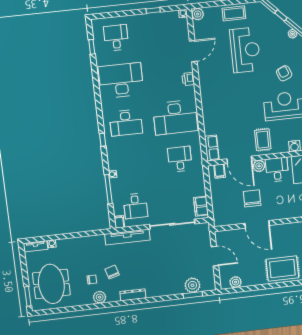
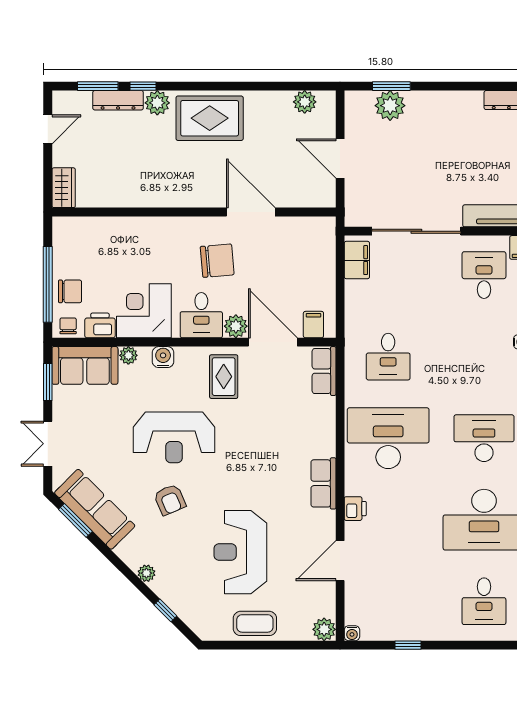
row of seats: (206, 90) -> (323, 483), added
chair: (252, 198) -> (217, 261), moved, turned -95

